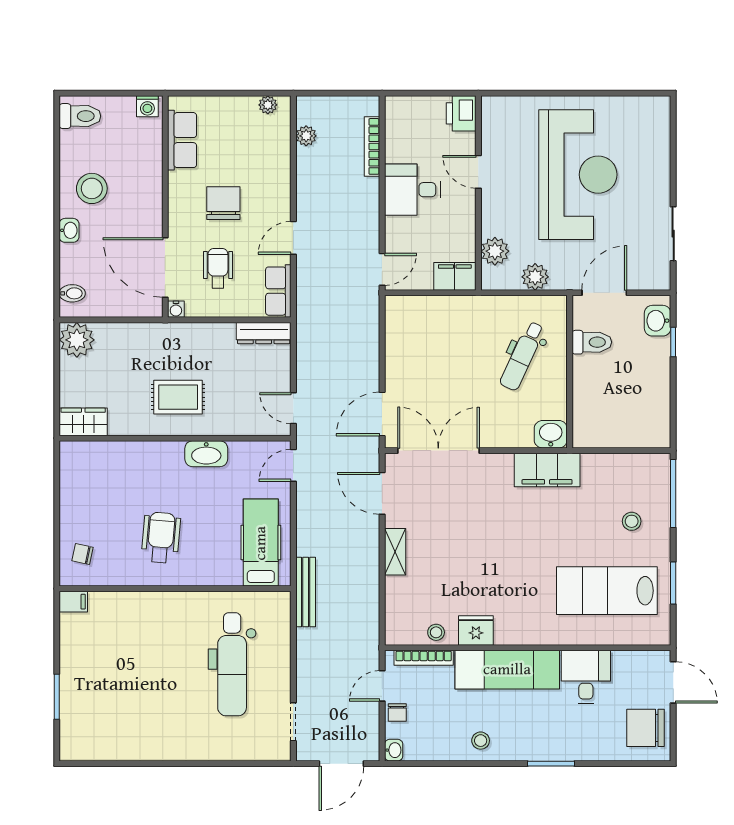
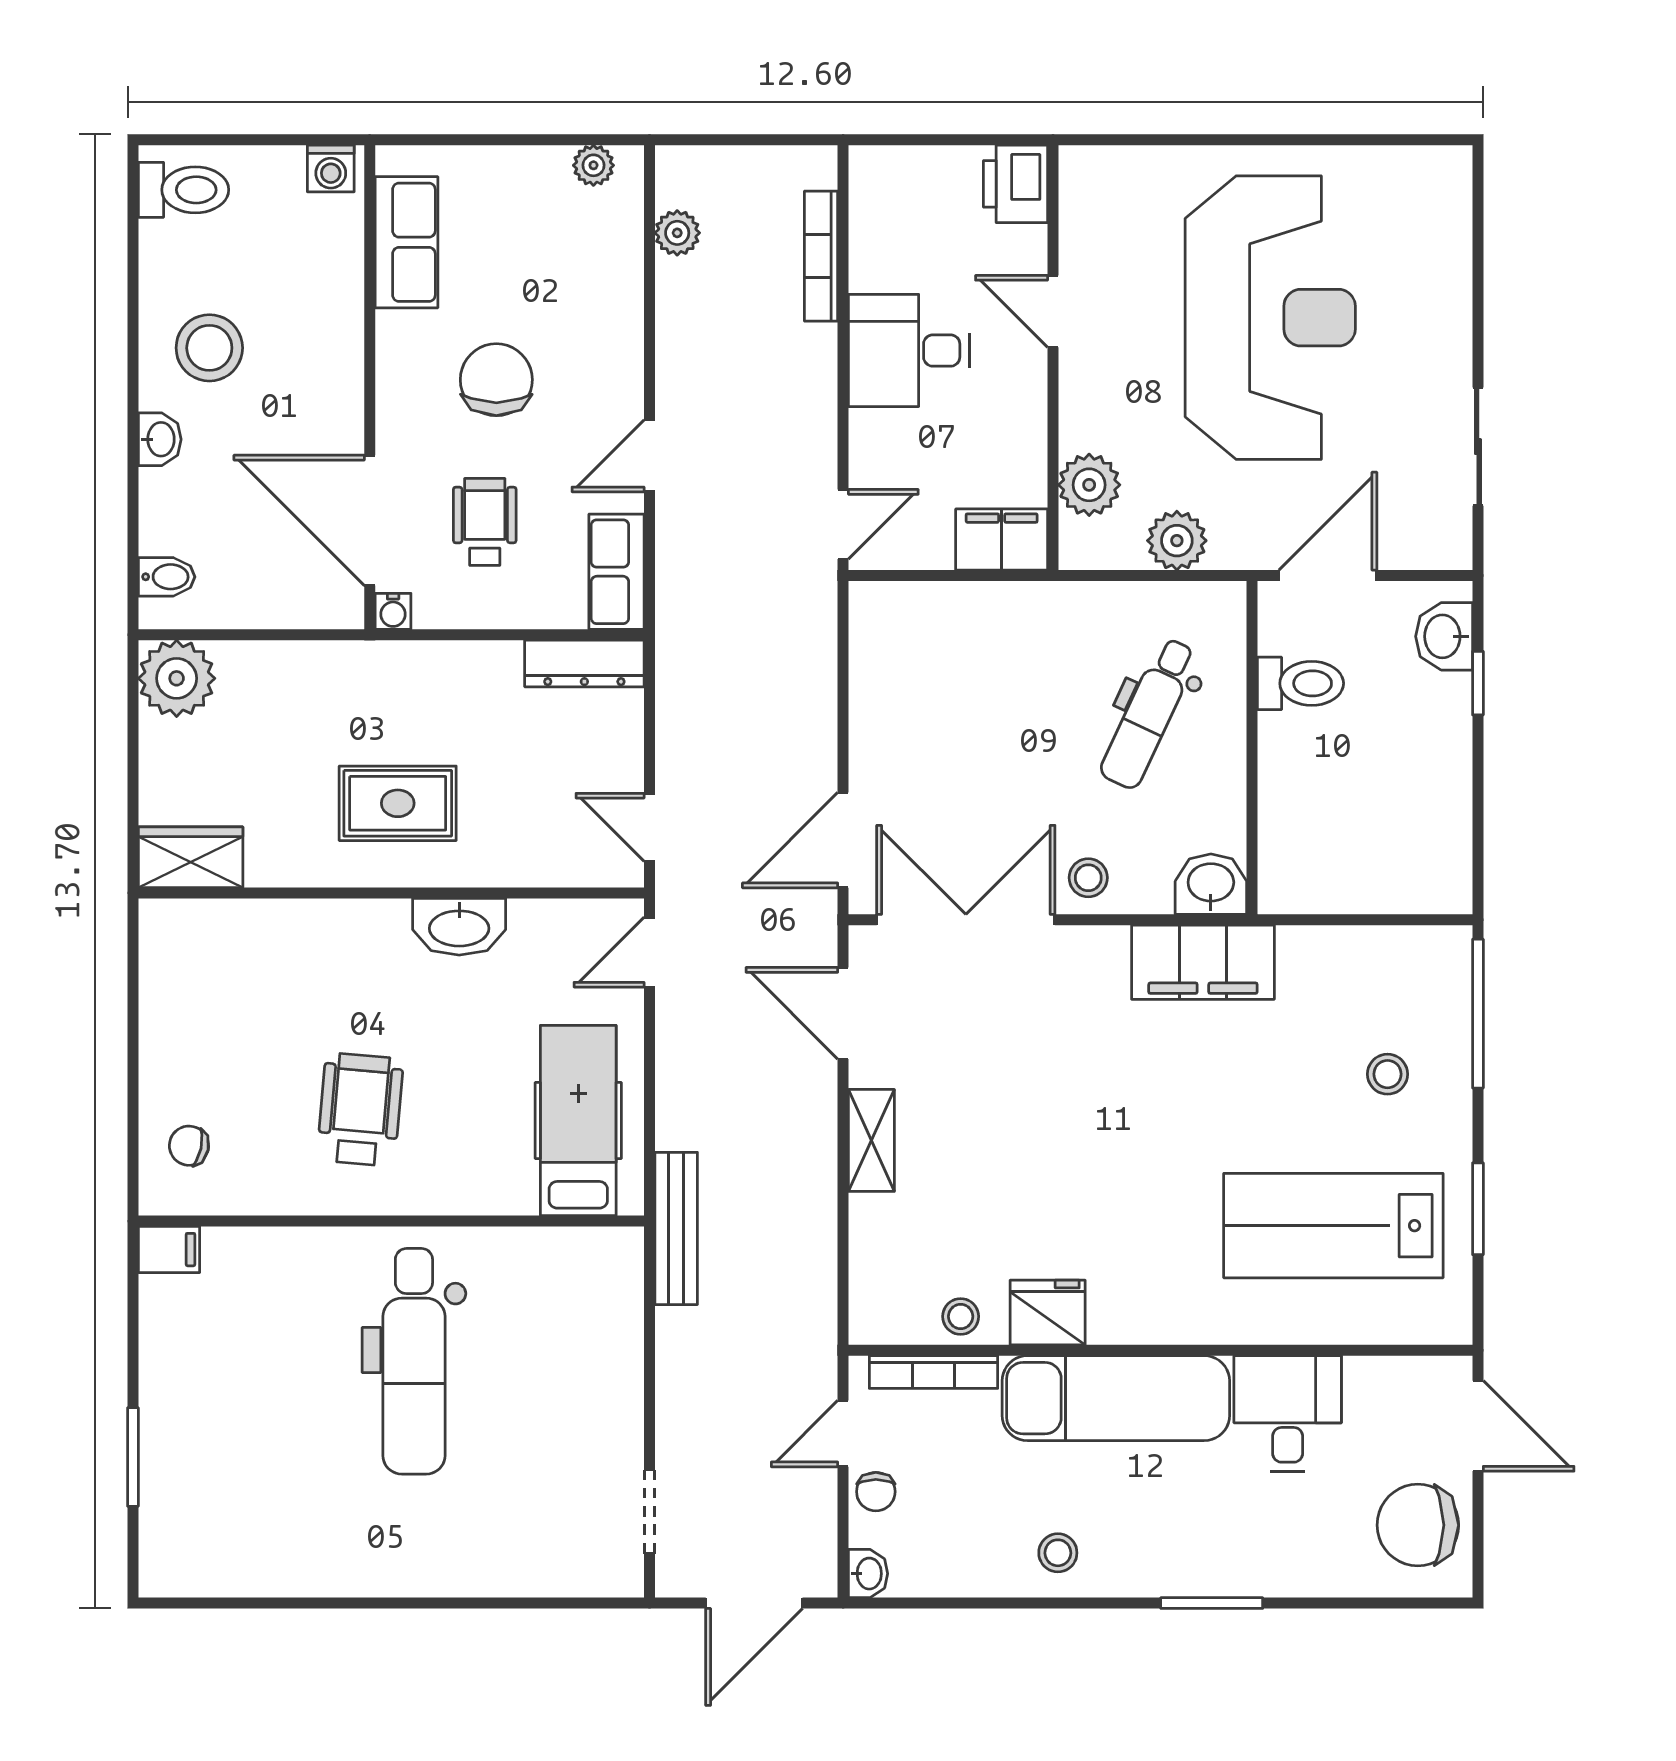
stool: (495, 431) -> (1088, 878), added
dental chair: (232, 664) -> (414, 1361), moved

